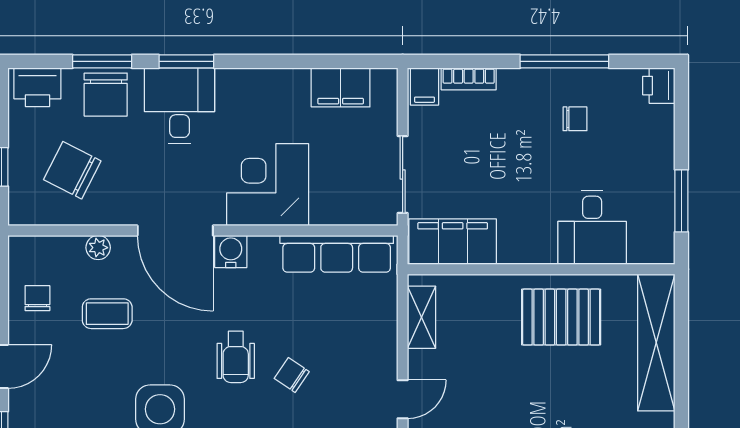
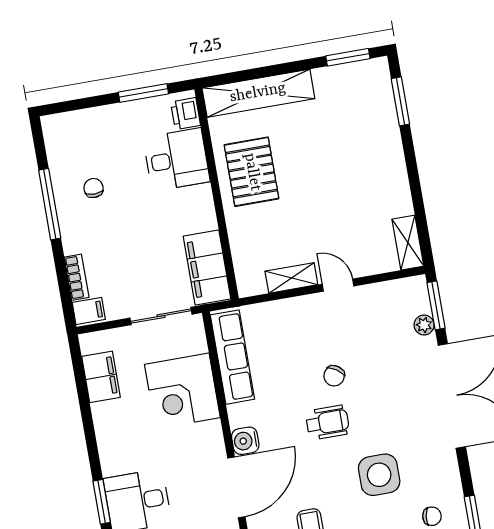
printer: (659, 86) -> (186, 114), moved, turned 90
corner desk: (268, 185) -> (182, 391), moved
shelving: (421, 317) -> (291, 278), moved

